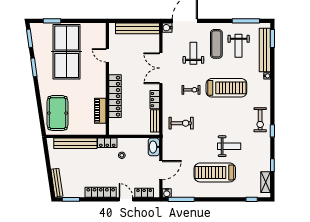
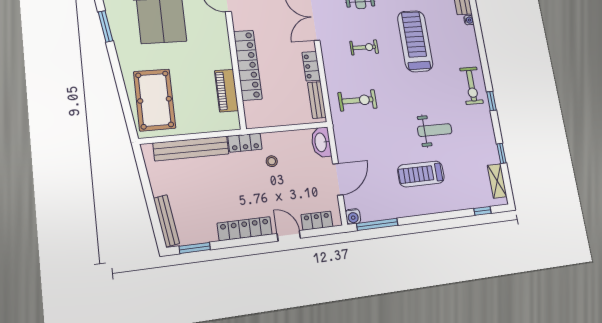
treadmill: (226, 88) -> (415, 41), turned -90
treadmill: (215, 172) -> (421, 174), width x0.73, depth x0.73

